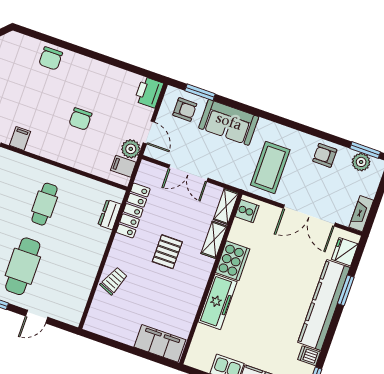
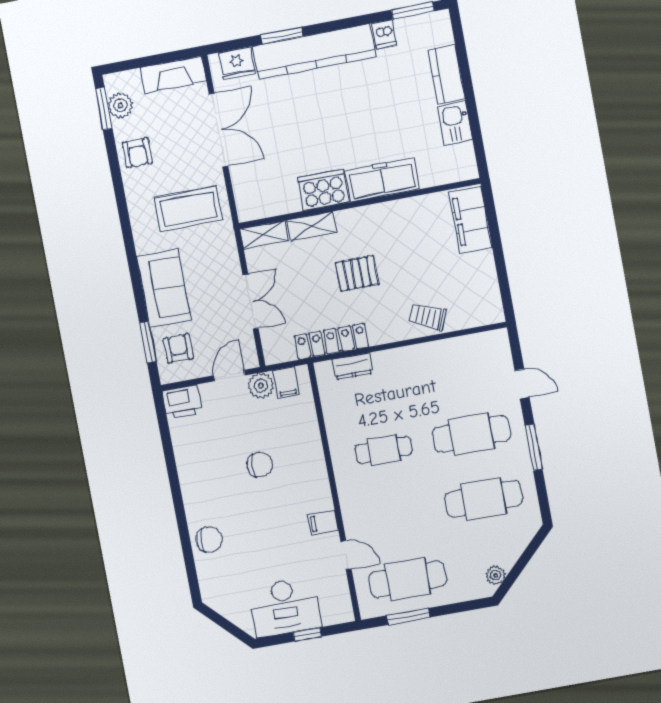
cooker: (247, 211) -> (255, 207), removed
fireplace: (361, 214) -> (173, 74), width x1.37, depth x1.32

